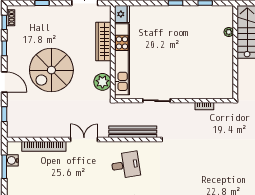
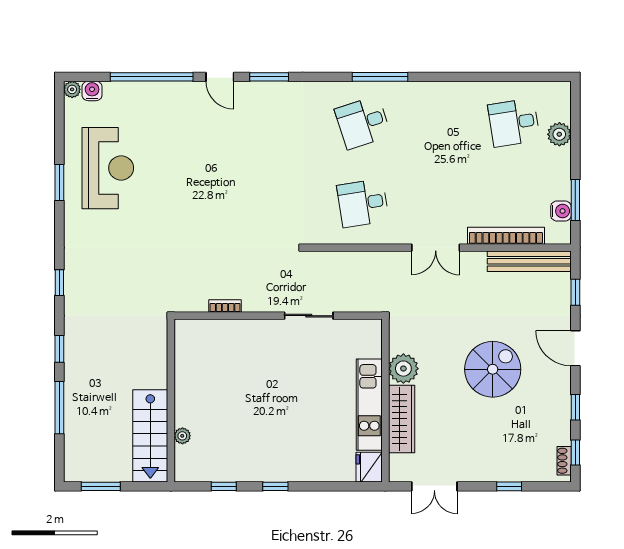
kitchen unit: (122, 59) -> (369, 405), width x0.73
spiral stairs: (51, 70) -> (493, 369), width x0.73, depth x0.73
plant: (102, 82) -> (403, 369), moved
bench: (133, 132) -> (529, 261), moved

